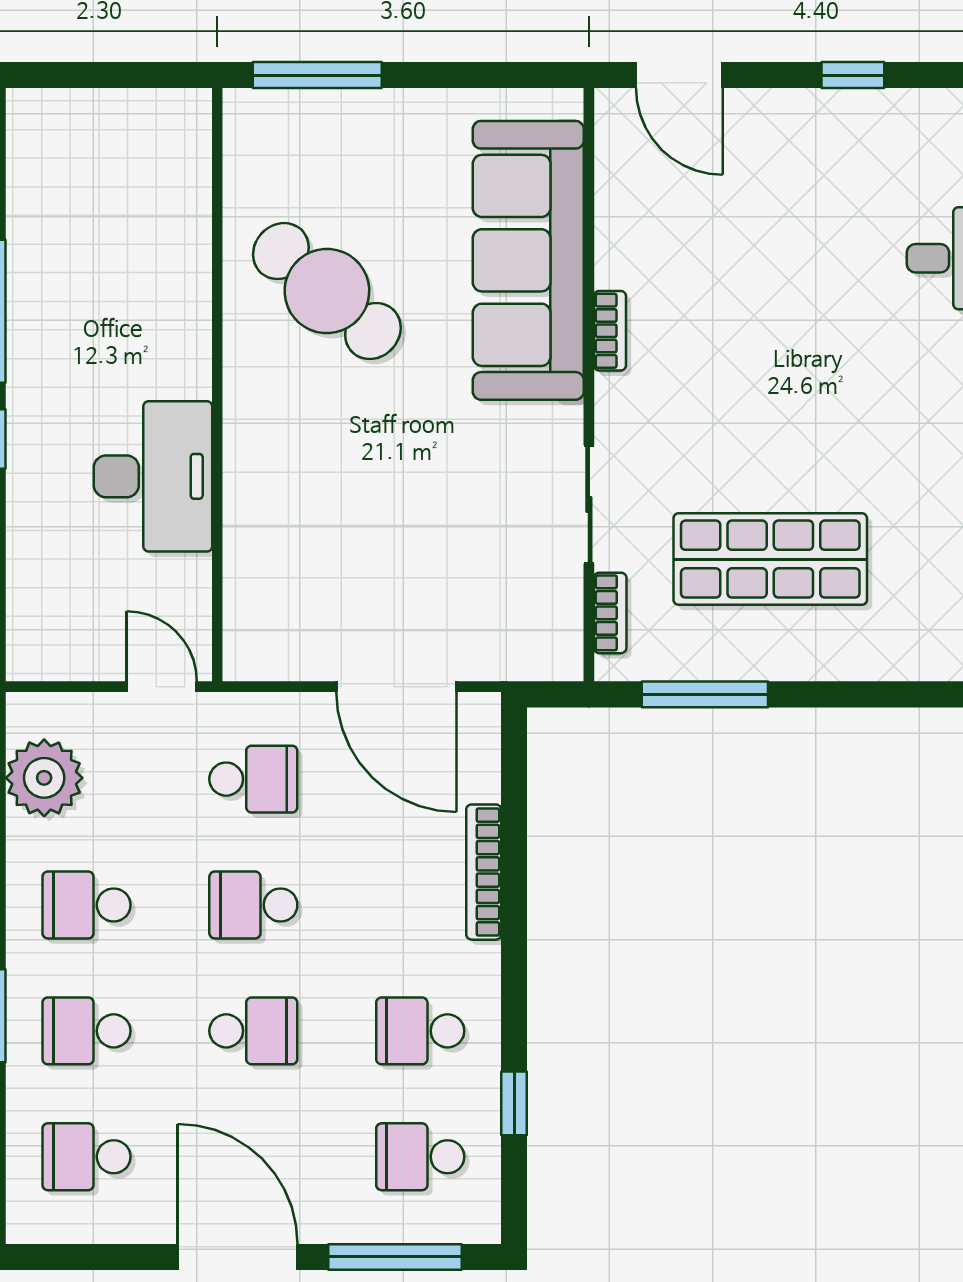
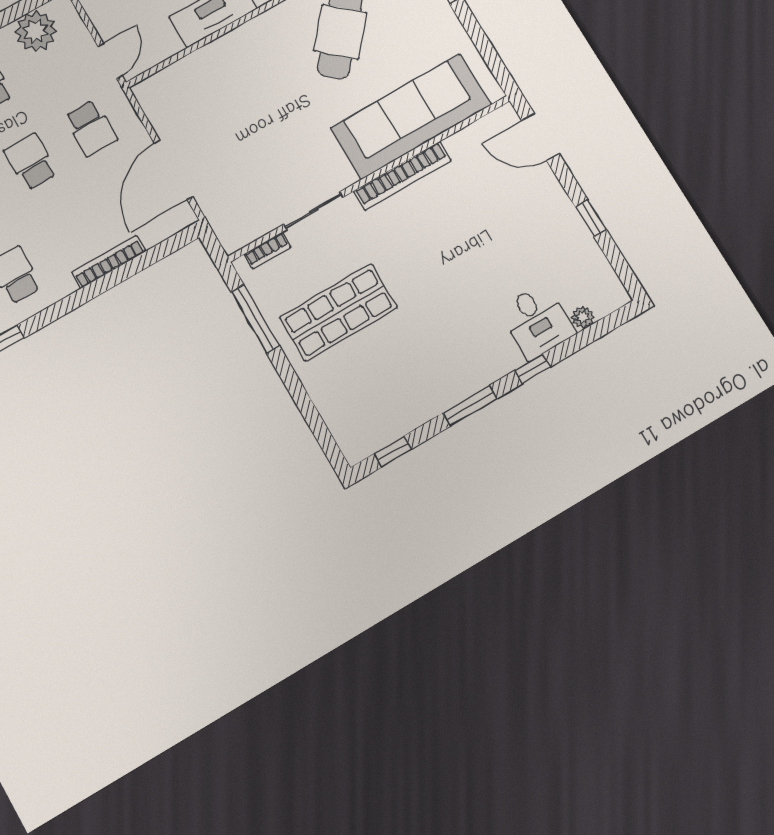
door: (679, 75) -> (540, 137), hinge flipped
bookcase: (610, 331) -> (402, 176), width x2.31, depth x1.31
shop shelf: (770, 559) -> (338, 313), turned 90

